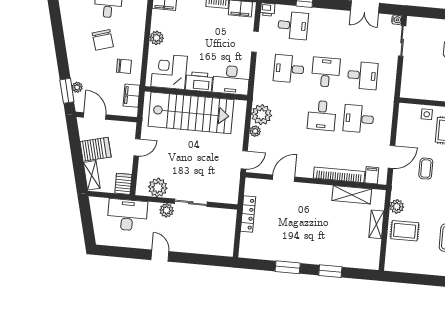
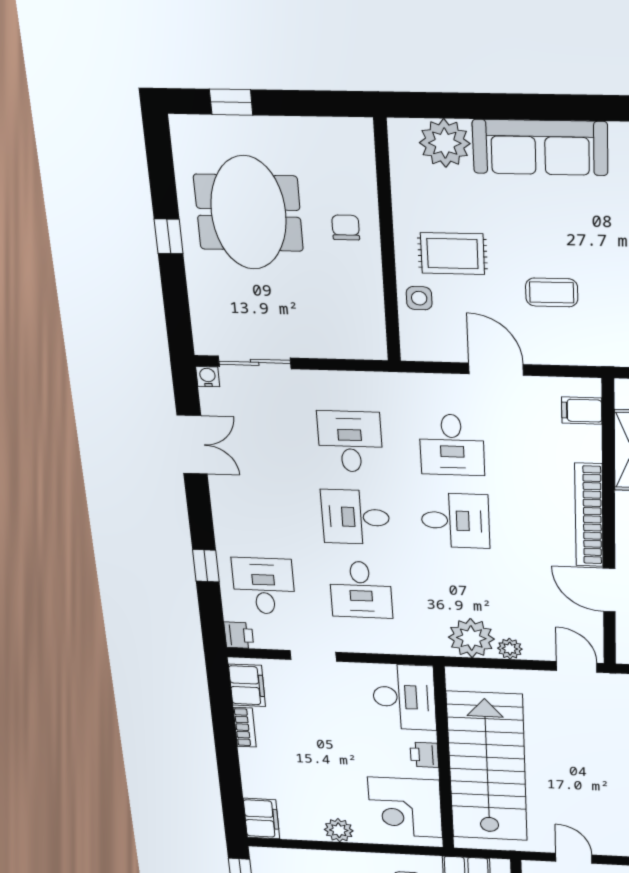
printer: (199, 82) -> (424, 755), width x0.53, depth x0.68
door: (391, 157) -> (496, 369), moved
bookcase: (339, 175) -> (589, 515), moved

